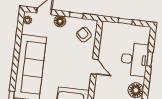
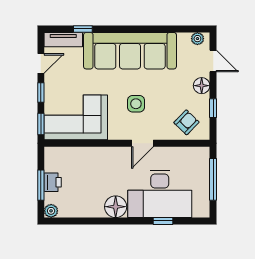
window: (125, 21) -> (213, 179), width x2.17
desk: (134, 59) -> (160, 194), width x1.36, depth x1.30
side table: (67, 68) -> (136, 104), added

